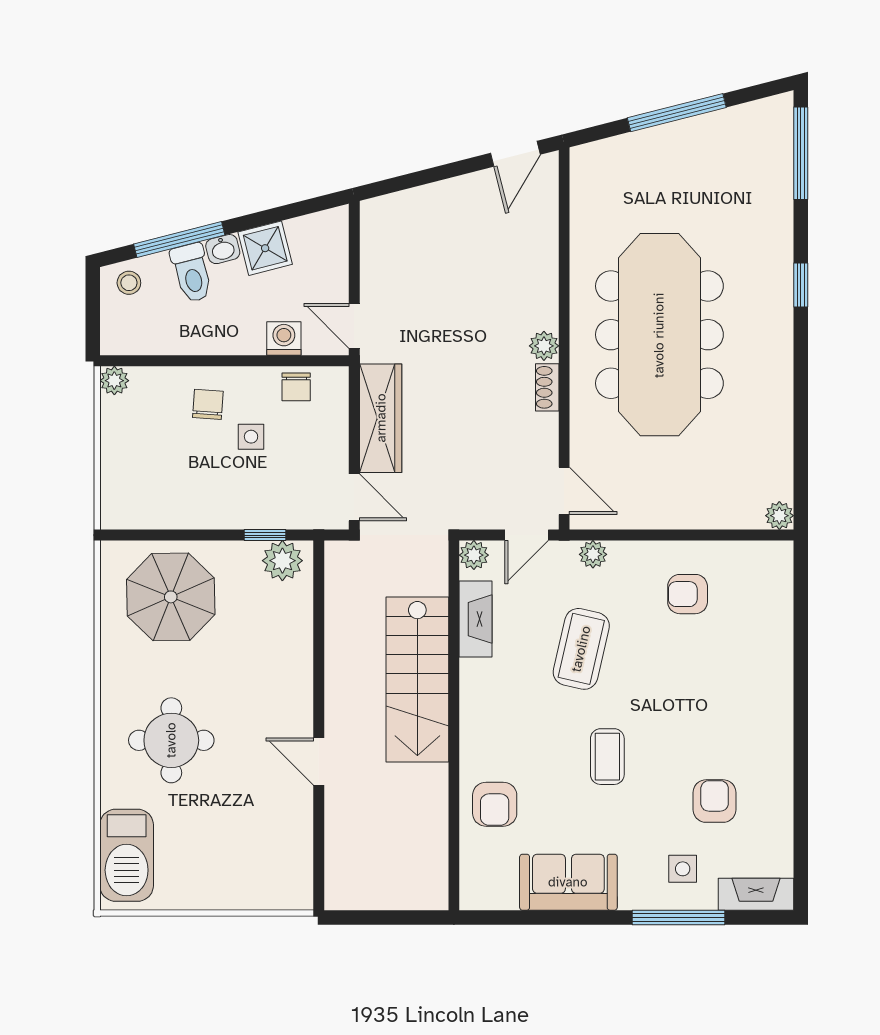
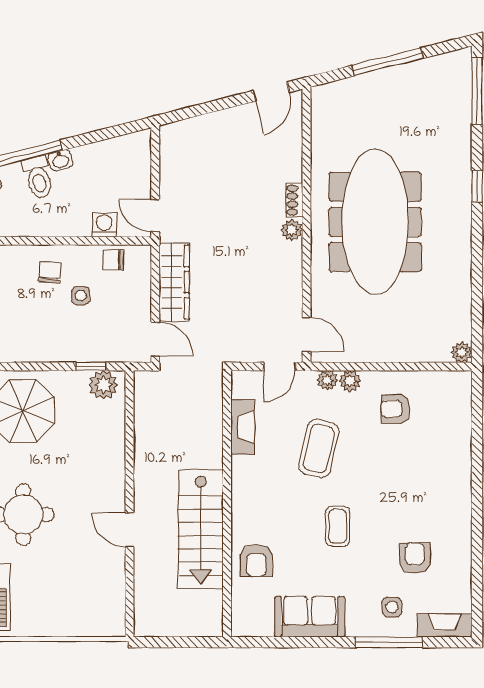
shower: (265, 248) -> (91, 160), removed
chair: (296, 387) -> (113, 260), turned 90
shoe rack: (547, 387) -> (294, 200), moved
plant: (474, 555) -> (350, 381), moved
stairs: (417, 679) -> (201, 529), moved

